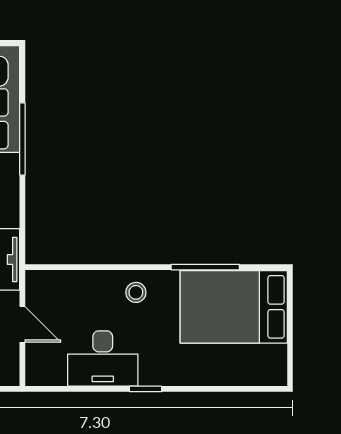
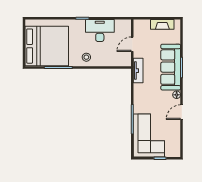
bed: (234, 307) -> (47, 46), width x1.36
door: (22, 324) -> (132, 44), hinge flipped

